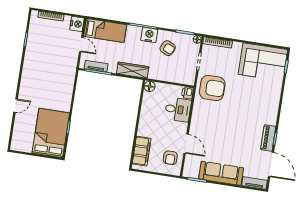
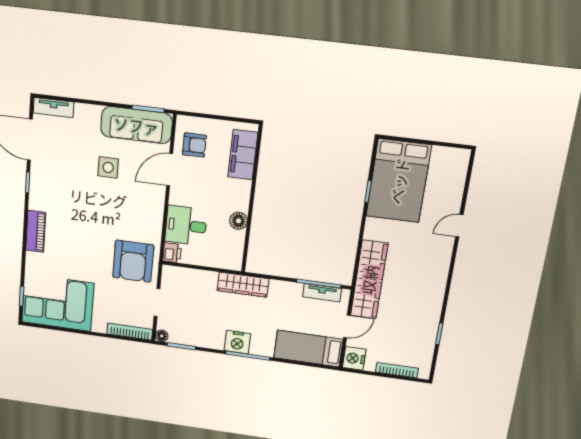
door: (81, 45) -> (347, 326), swing flipped
armchair: (168, 48) -> (207, 322), removed
wardrobe: (133, 70) -> (243, 285), moved
wardrobe: (68, 74) -> (369, 280), added
floor lamp: (150, 86) -> (238, 221), moved
armchair: (212, 88) -> (133, 261), turned -90
piano: (268, 138) -> (36, 231), moved
door: (186, 144) -> (170, 170), hinge flipped
side table: (224, 146) -> (108, 167), added
armchair: (170, 158) -> (194, 145), turned 90
sofa: (221, 173) -> (136, 125), moved

